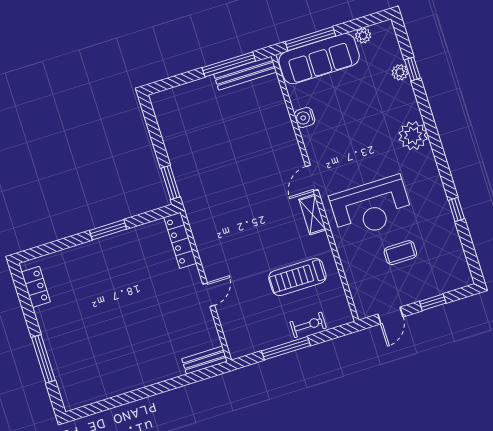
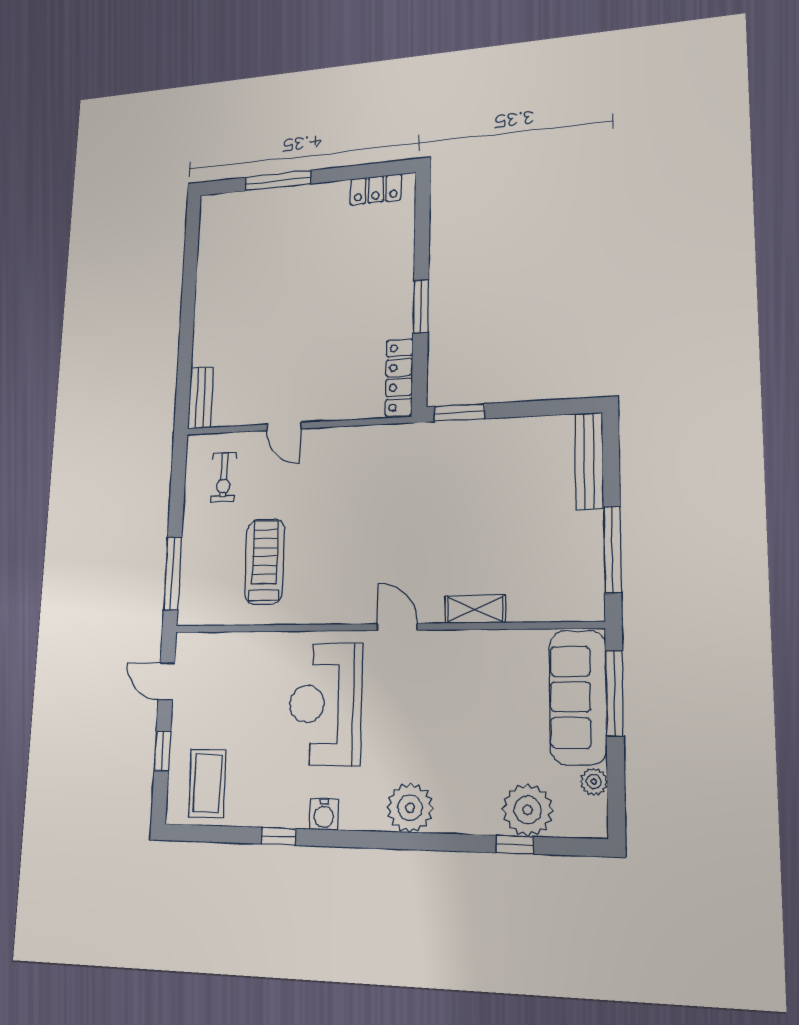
plant: (400, 72) -> (528, 810), width x1.88, depth x1.88
bench: (245, 73) -> (589, 461), moved
water cooler: (304, 117) -> (324, 814), moved, turned 180
shelving: (312, 215) -> (475, 609), moved
locker: (180, 240) -> (399, 378), moved, turned -90
coffee table: (400, 253) -> (207, 783), moved, width x1.36, depth x1.30
exercise bike: (308, 325) -> (224, 477), moved
window: (286, 348) -> (173, 574), moved

